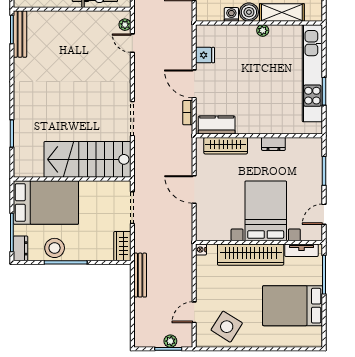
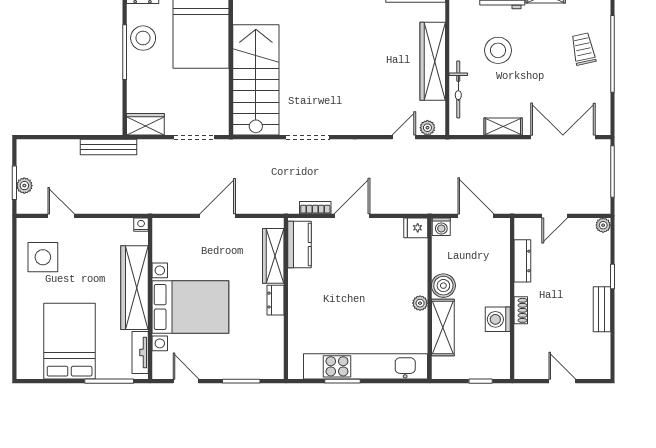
washing machine: (231, 14) -> (441, 227), moved, turned 90
wardrobe: (73, 21) -> (433, 61), added
fridge: (205, 55) -> (416, 228), moved, turned 90
dresser: (273, 144) -> (276, 300), moved
side table: (227, 327) -> (43, 257), turned -32

